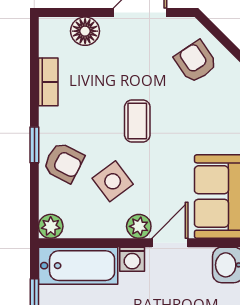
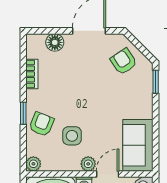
coffee table: (137, 121) -> (87, 98), removed
armchair: (64, 163) -> (41, 124), turned -95
side table: (113, 181) -> (72, 136), turned 37

